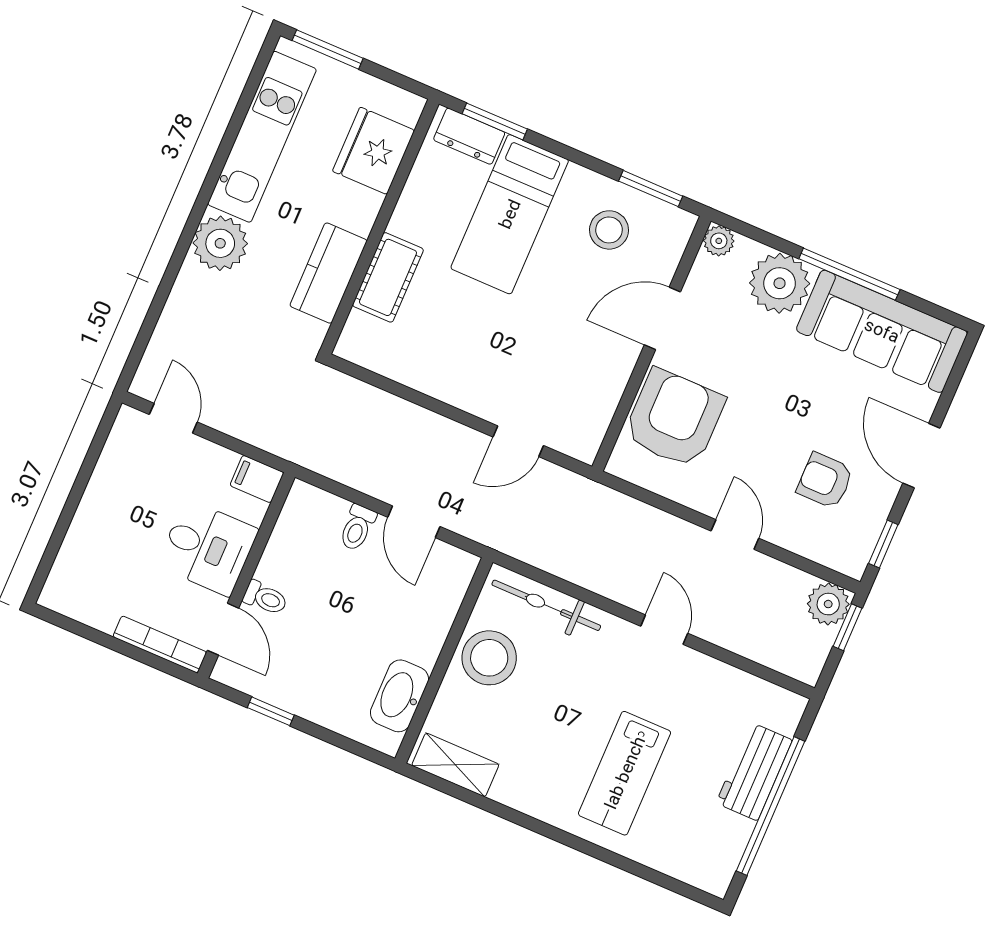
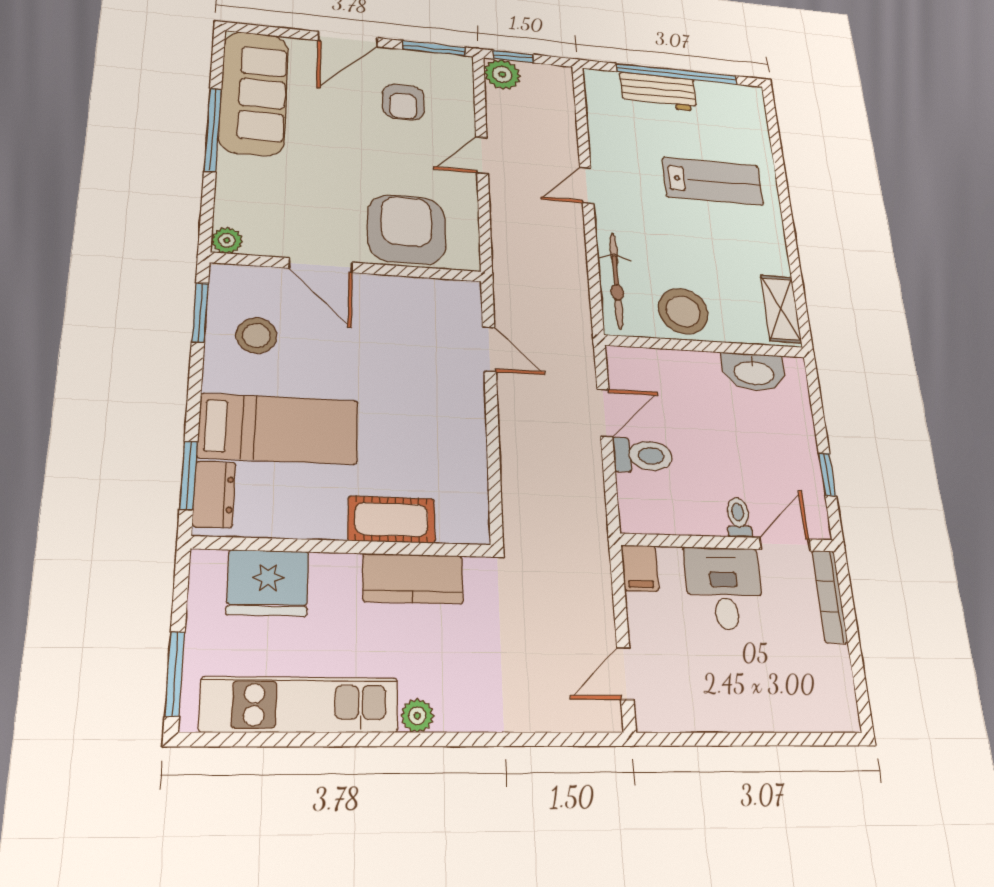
plant: (220, 243) -> (417, 716), width x0.53, depth x0.53
plant: (780, 283) -> (245, 181), removed
armchair: (674, 418) -> (407, 229), turned 90
toilet: (357, 528) -> (643, 455), width x1.37, depth x1.39
window: (883, 544) -> (434, 48), width x1.50

